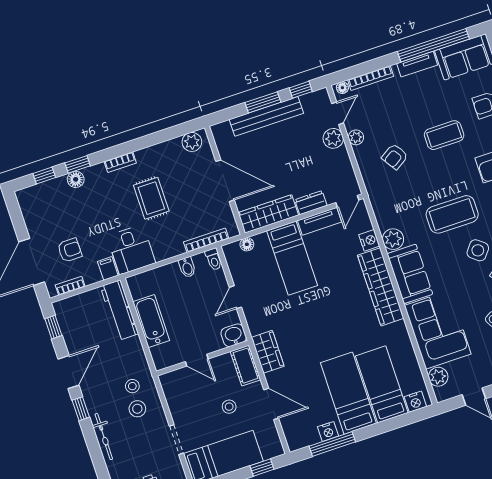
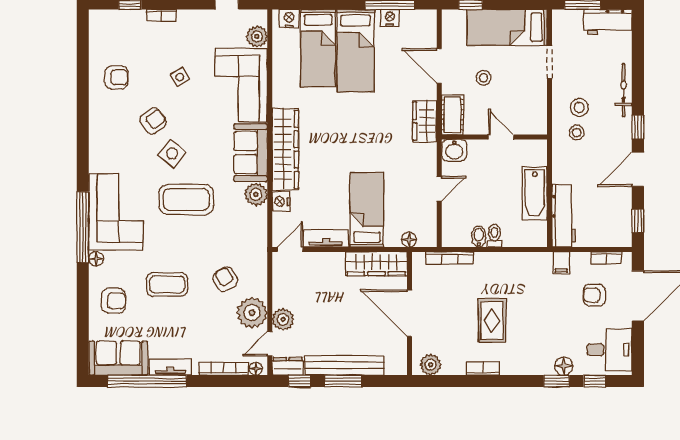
plant: (356, 137) -> (252, 313), width x1.87, depth x1.87
armchair: (395, 157) -> (225, 279), turned -88
bookcase: (120, 162) -> (483, 369), moved
dresser: (311, 203) -> (288, 366), moved, turned 180
desk: (131, 250) -> (609, 350), moved, turned 90
toilet: (214, 259) -> (495, 236), moved

